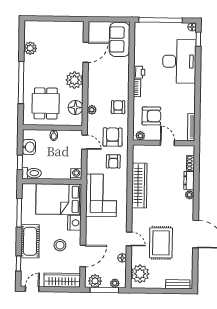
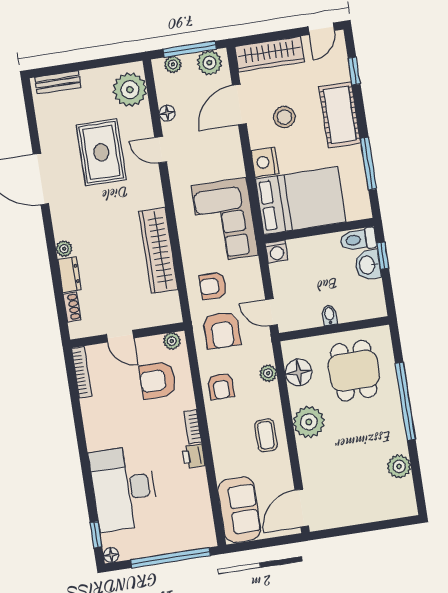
door: (86, 52) -> (302, 508), moved
coffee table: (99, 77) -> (266, 435), added
washbasin: (29, 147) -> (368, 265), moved
armchair: (113, 161) -> (213, 286), turned -90

